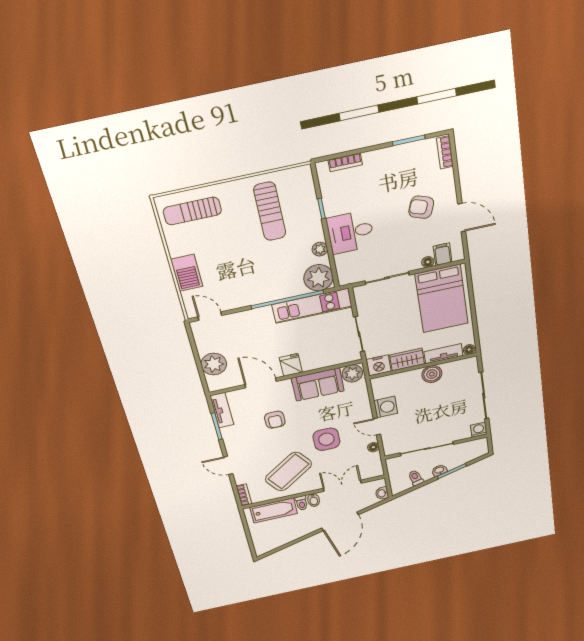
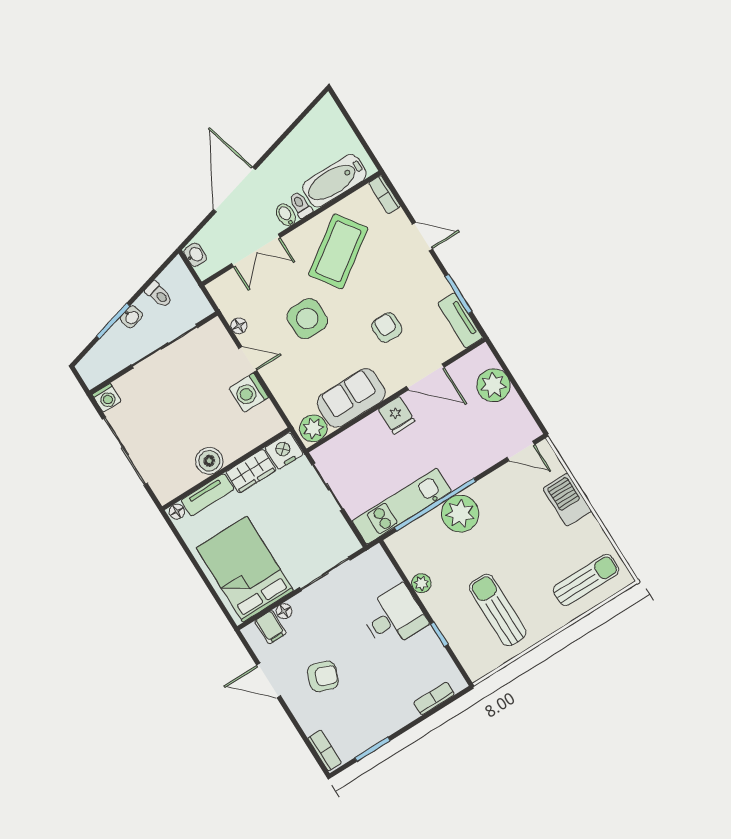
plant: (318, 278) -> (460, 514), moved

